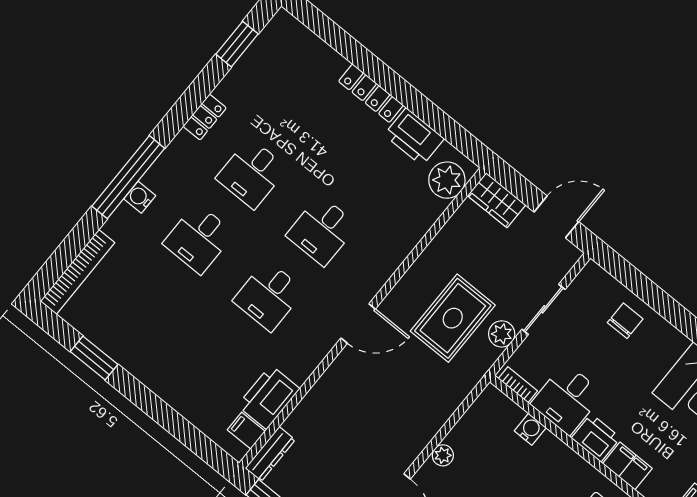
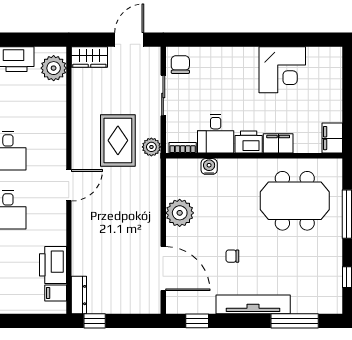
chair: (625, 321) -> (180, 65), moved
plant: (502, 334) -> (151, 147), moved
plant: (443, 455) -> (180, 213), width x1.88, depth x1.88

